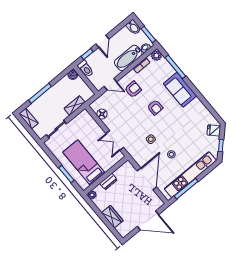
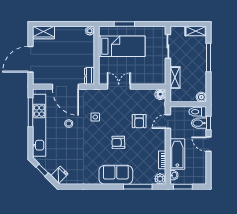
bidet: (133, 27) -> (199, 123), moved
armchair: (133, 89) -> (139, 121), moved
floor lamp: (102, 114) -> (160, 94), moved
dresser: (108, 182) -> (89, 76), moved
wardrobe: (112, 217) -> (44, 33), moved

